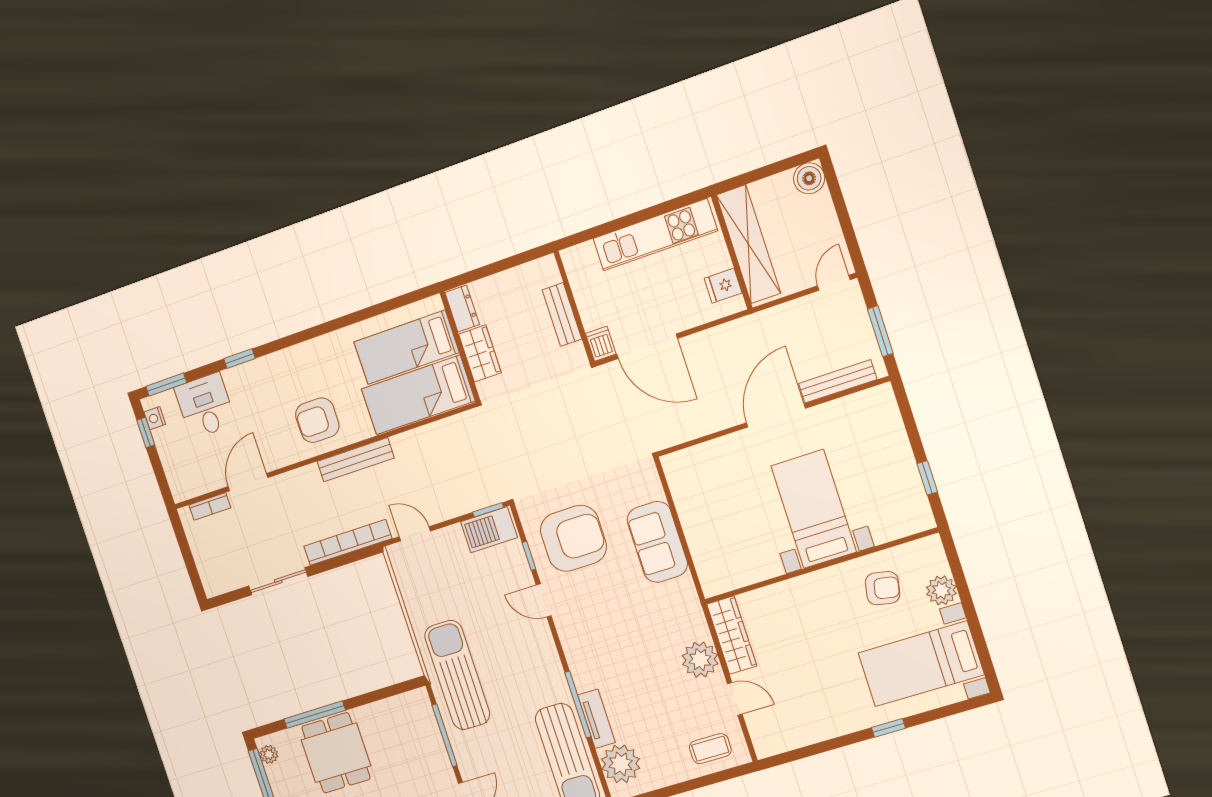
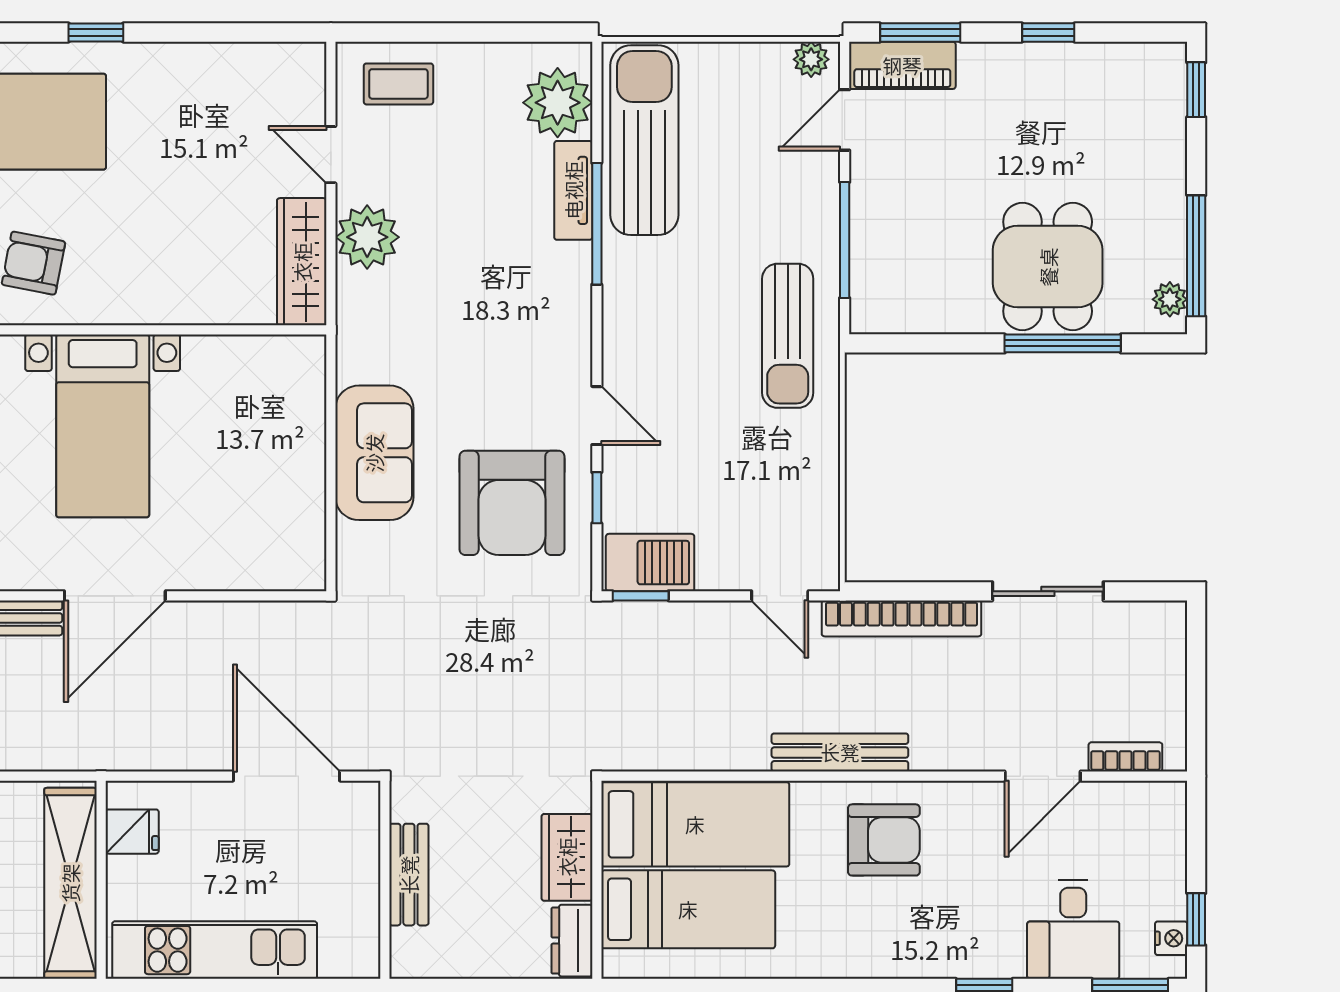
dishwasher: (601, 344) -> (361, 806), removed
armchair: (573, 538) -> (512, 503), turned -90
sun lounger: (457, 675) -> (788, 336), width x0.73, depth x0.75

